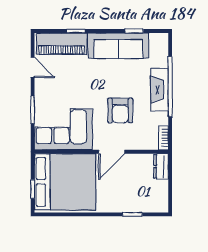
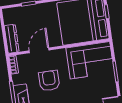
door: (112, 152) -> (39, 50), moved
dresser: (161, 166) -> (12, 39), width x1.44

